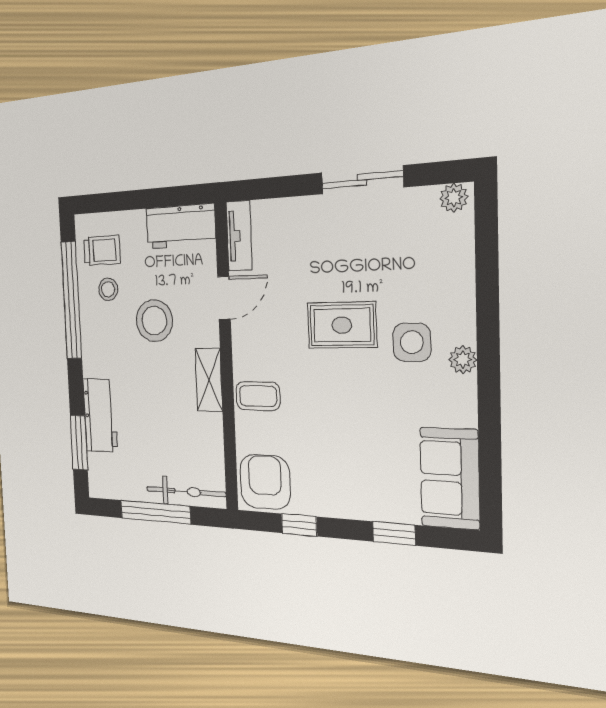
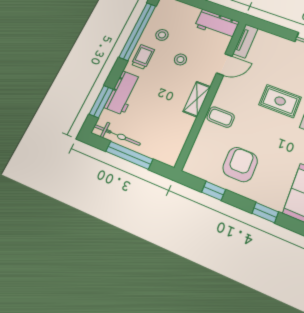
trolley: (102, 250) -> (143, 57), moved, turned -90
stool: (154, 321) -> (180, 60), width x0.53, depth x0.53
armchair: (265, 482) -> (240, 164), moved
bicycle: (186, 492) -> (117, 135), moved

